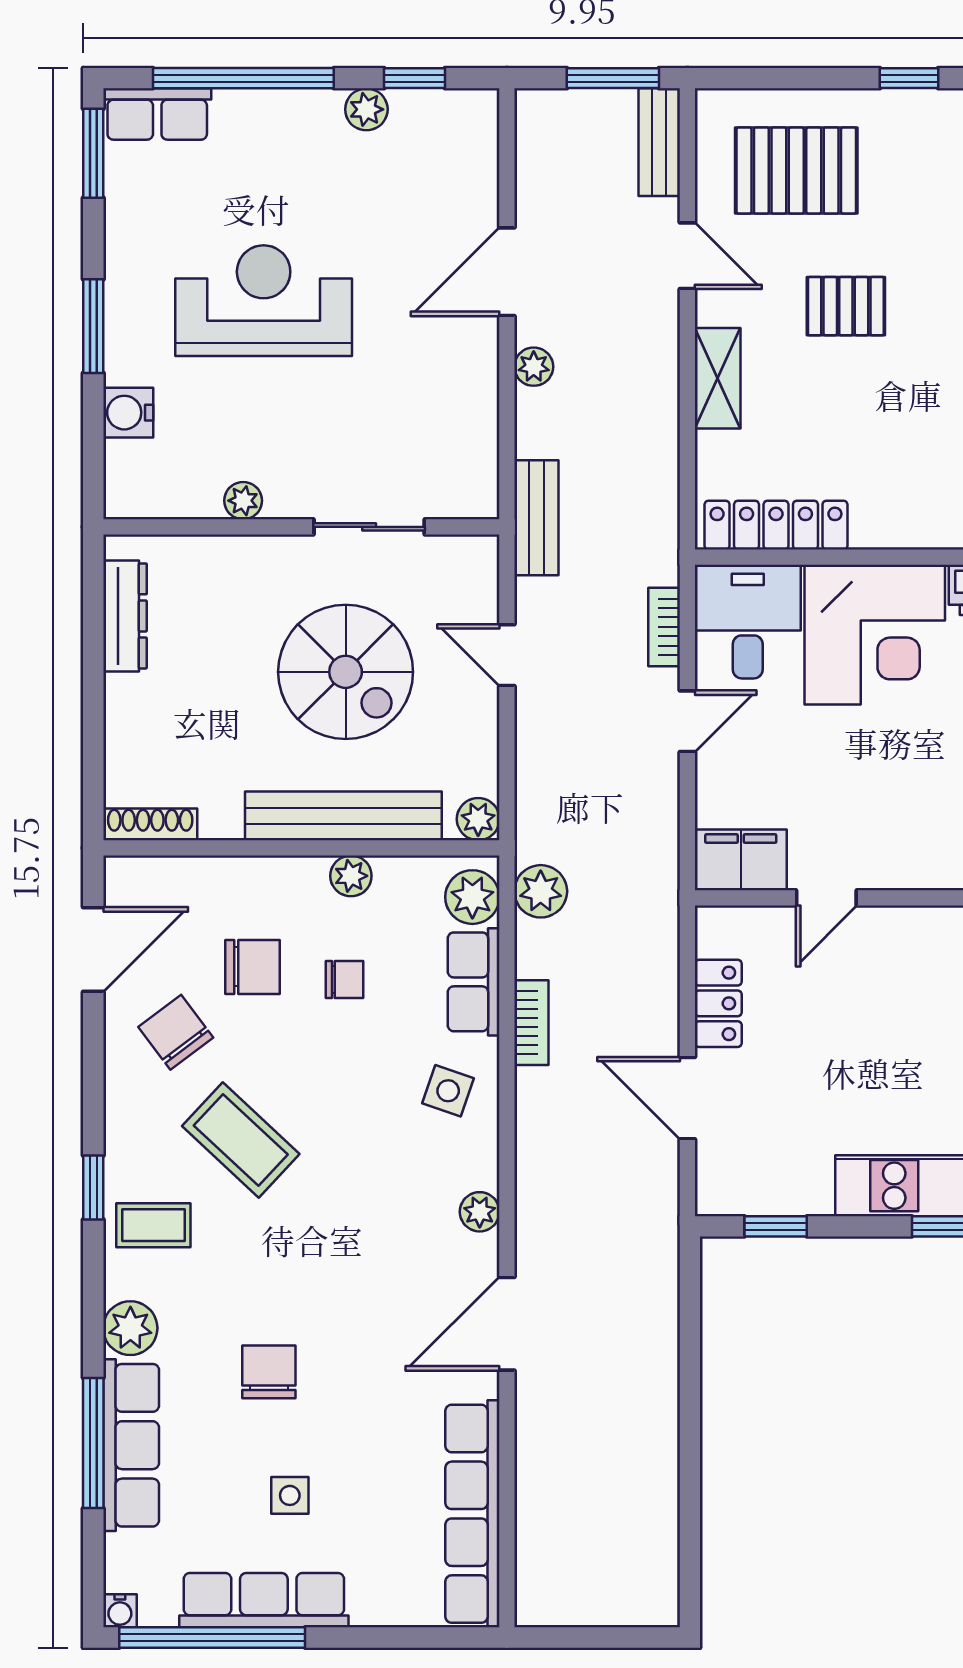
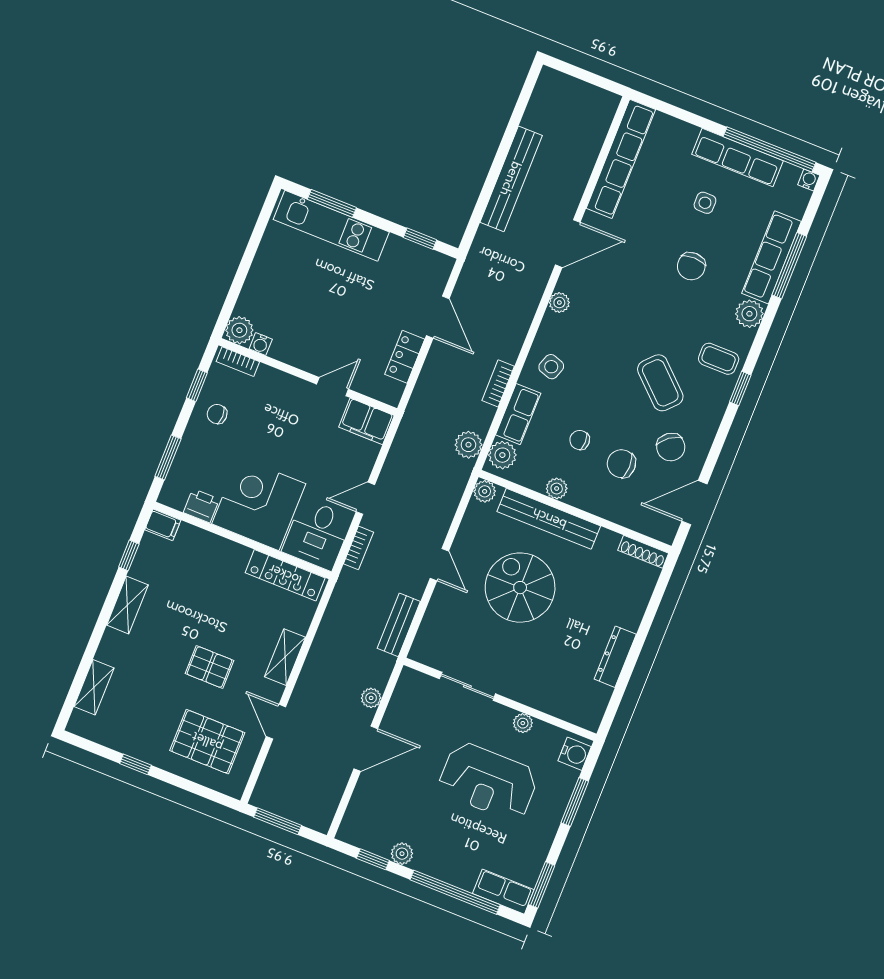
bench: (659, 142) -> (511, 179), moved, width x1.86, depth x1.21
plant: (243, 501) -> (523, 723), moved
wall: (301, 527) -> (500, 699), moved
sliding door: (369, 527) -> (467, 686), moved

